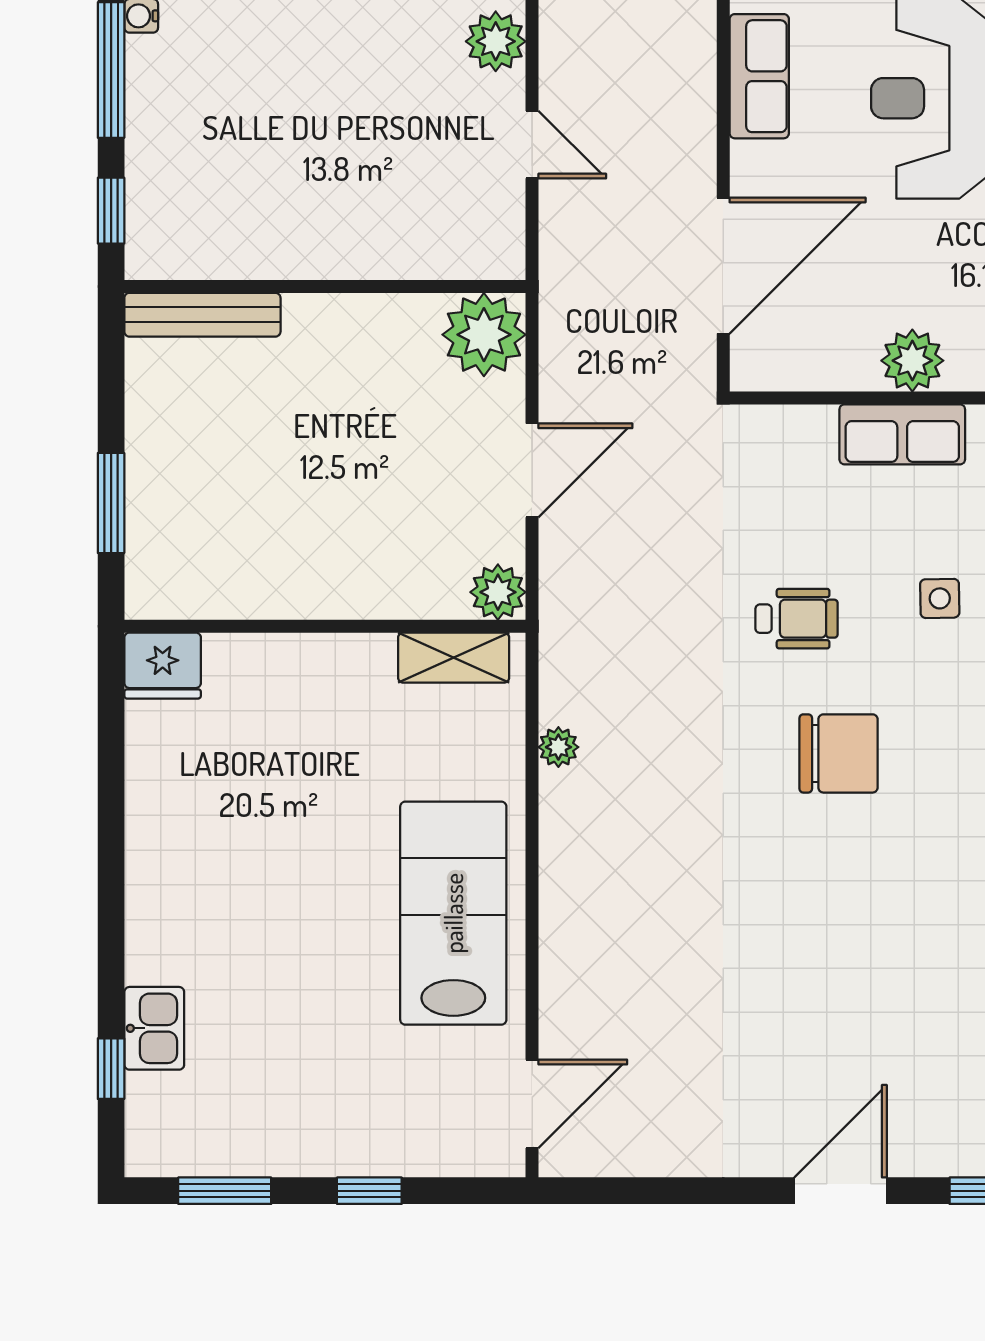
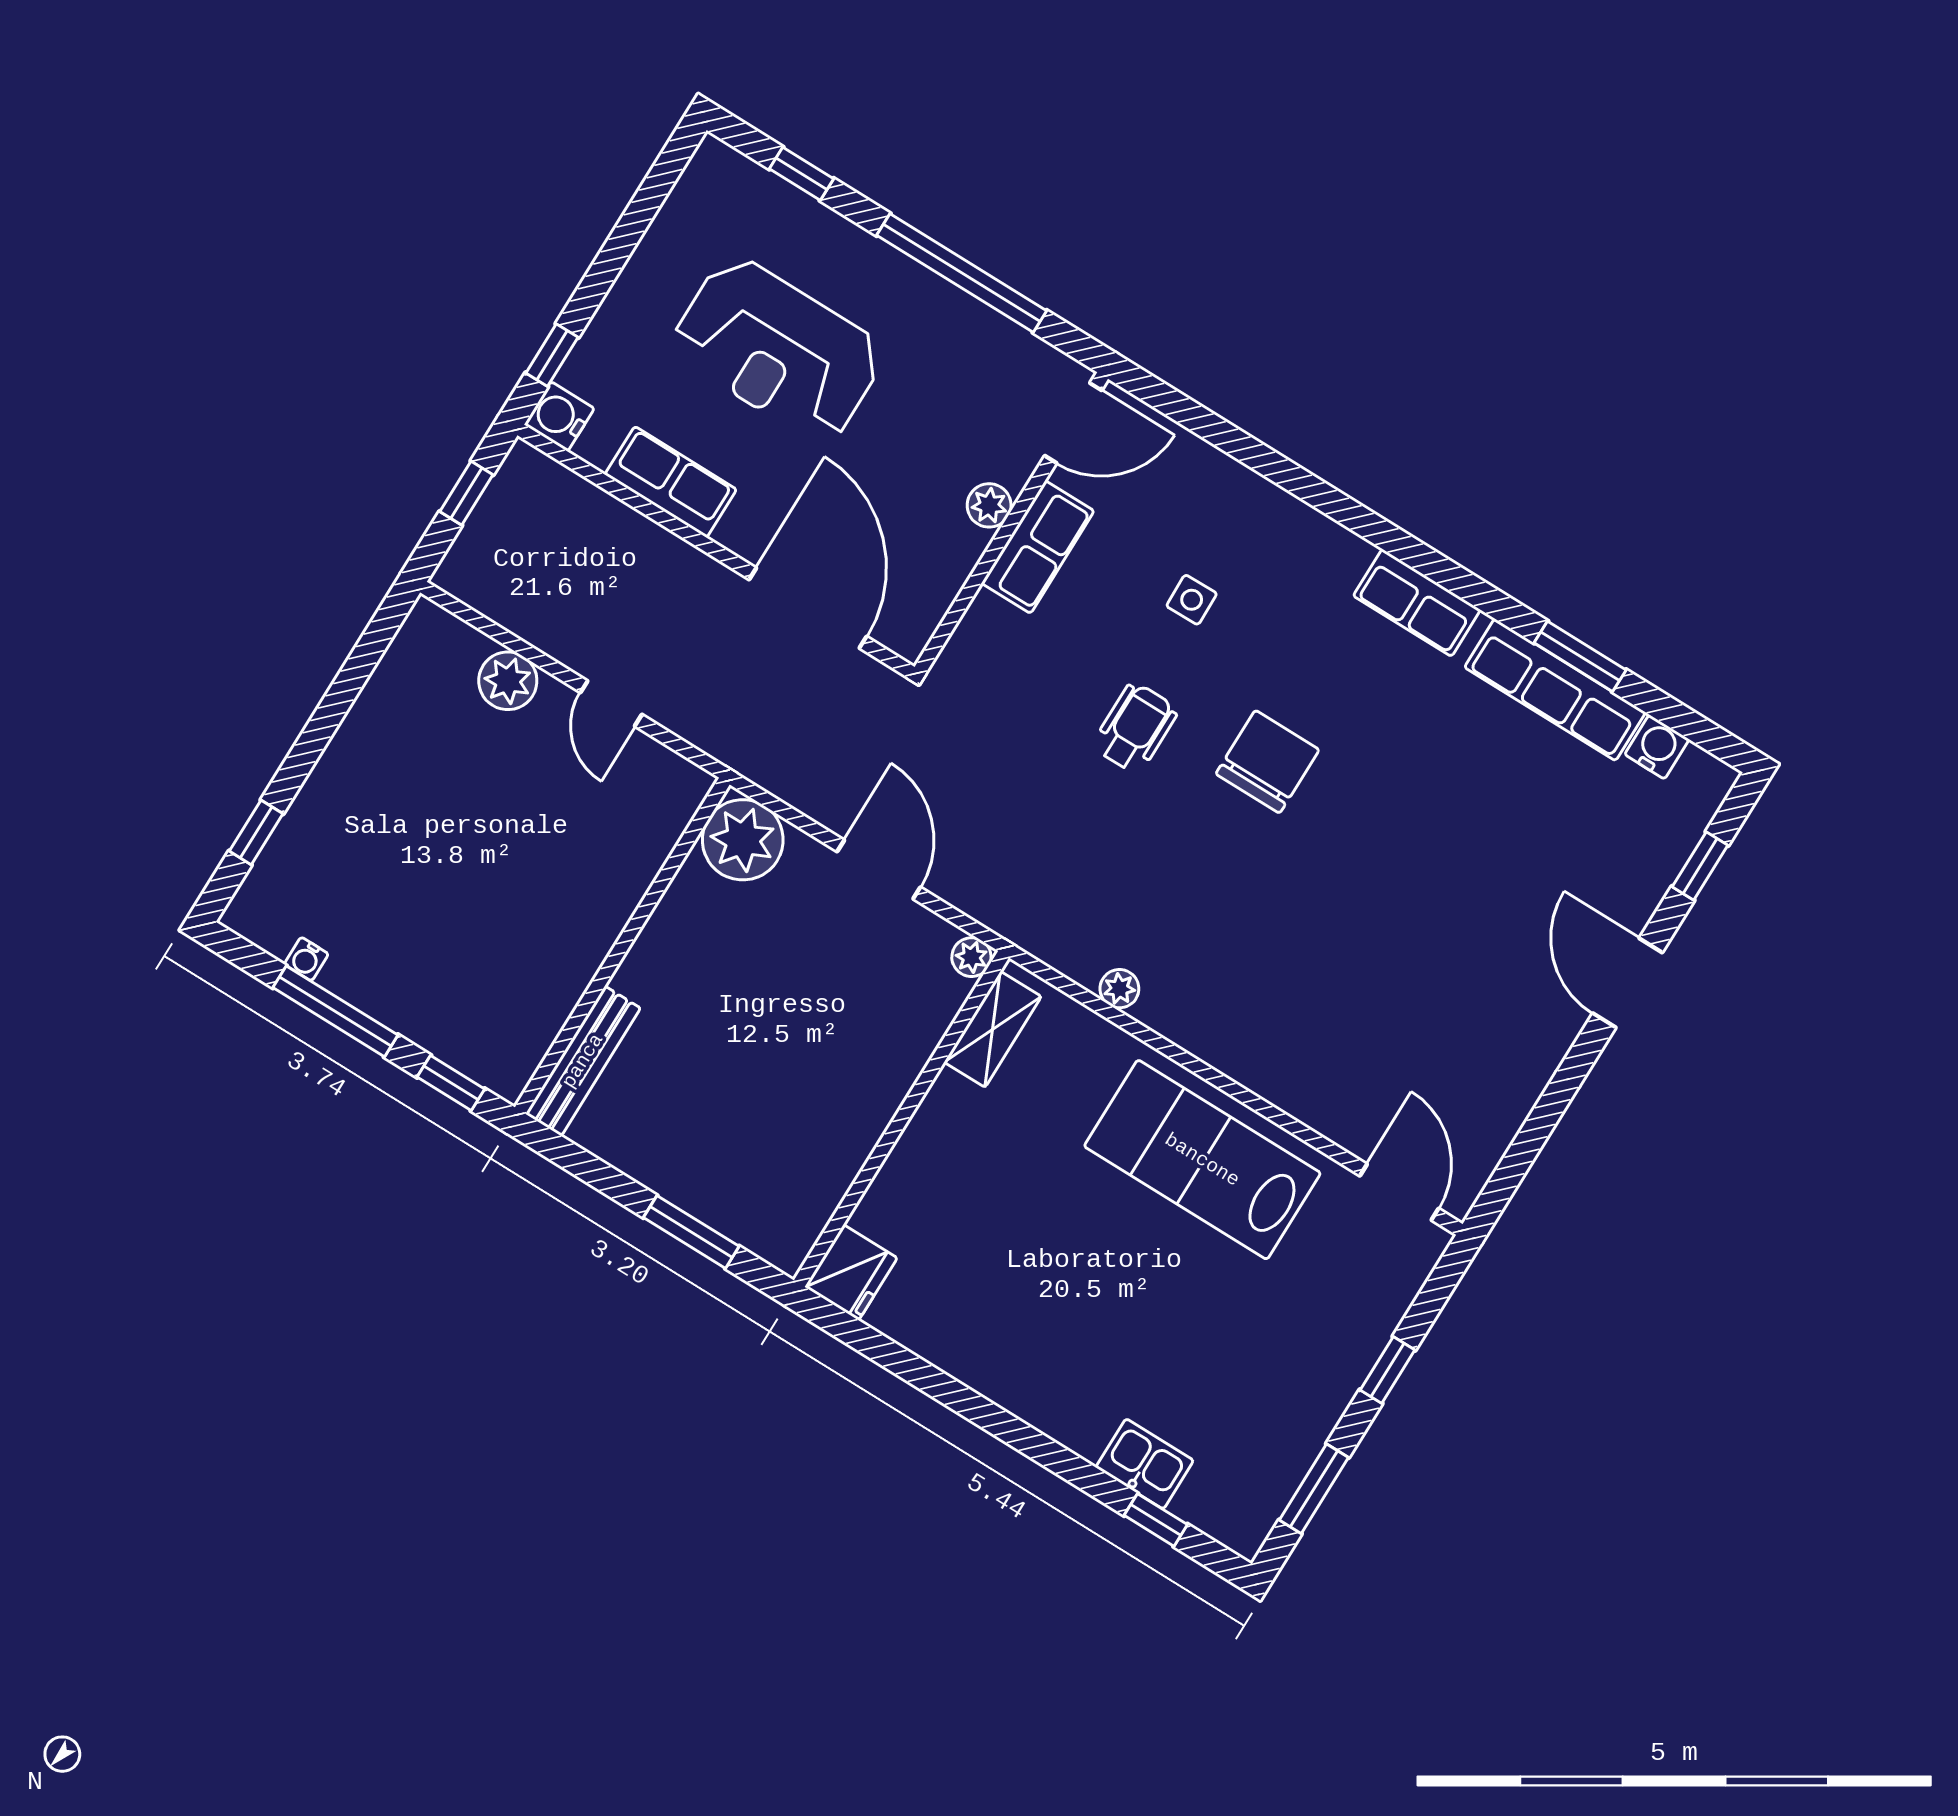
door: (532, 145) -> (611, 704), swing flipped
plant: (912, 361) -> (989, 505), width x0.73, depth x0.73
plant: (498, 592) -> (971, 957), width x0.73, depth x0.73

